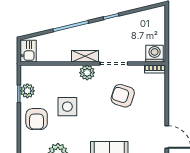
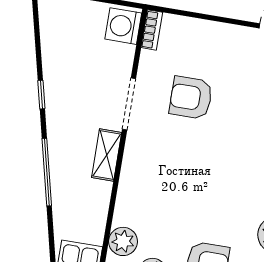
plant: (87, 73) -> (123, 241), moved
armchair: (123, 96) -> (191, 98), turned 72
side table: (67, 107) -> (194, 203), removed

